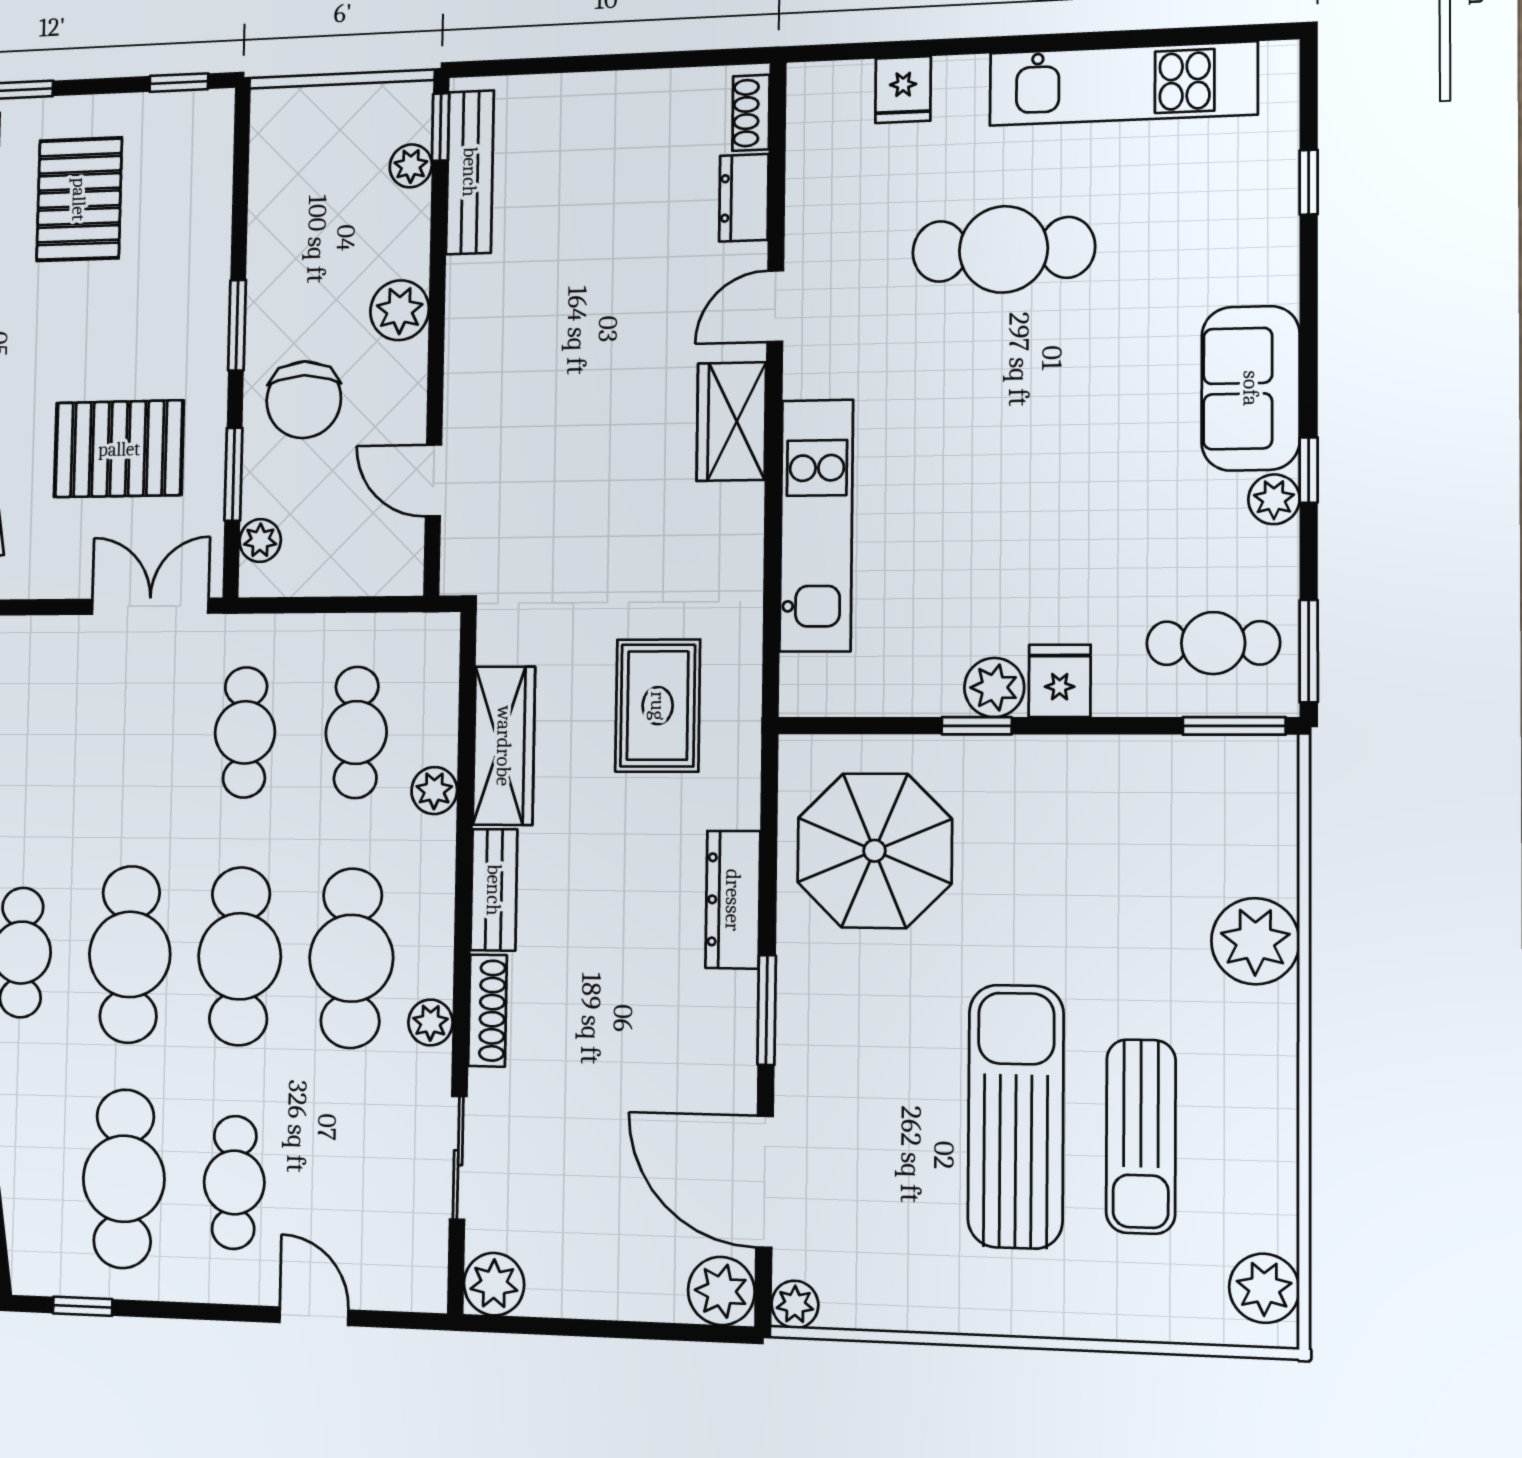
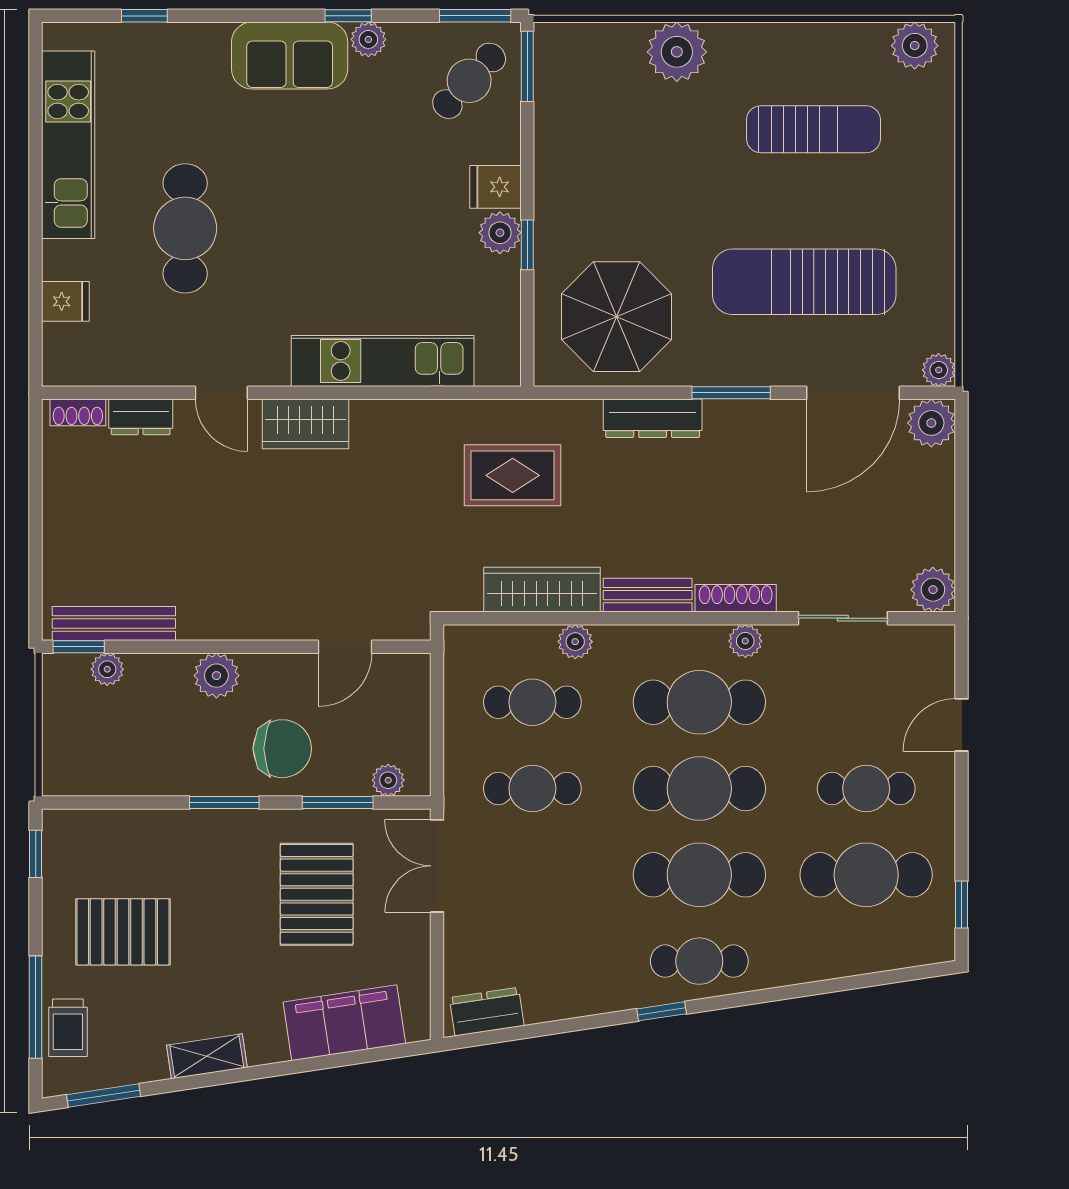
cafe table: (1213, 643) -> (469, 81), turned 43
sun lounger: (1016, 1116) -> (804, 282), moved

